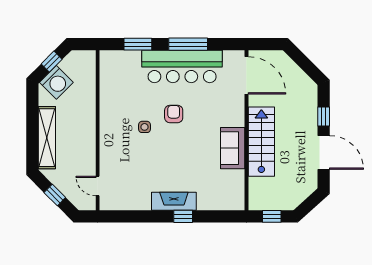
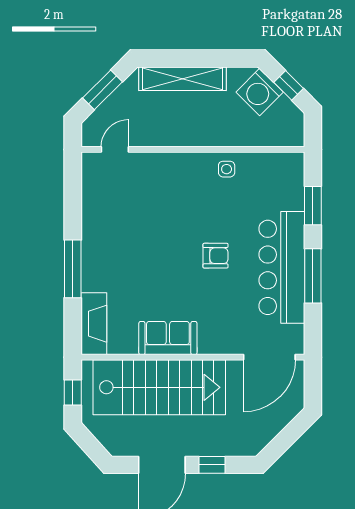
side table: (145, 127) -> (227, 169), moved
stairs: (261, 142) -> (159, 387), width x1.36, depth x1.51
window: (55, 195) -> (103, 90), width x1.50
fireplace: (174, 201) -> (94, 324), moved
window: (183, 216) -> (73, 269), width x2.17

